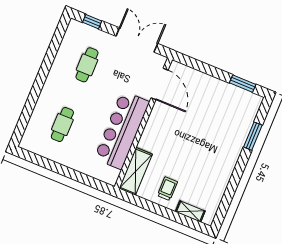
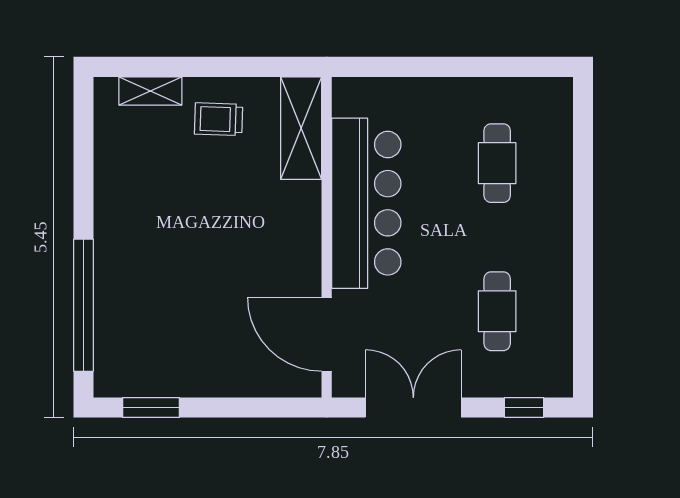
double door: (137, 40) -> (413, 408), swing flipped
window: (253, 136) -> (83, 305), width x2.11
trolley: (167, 189) -> (219, 119), turned 92

